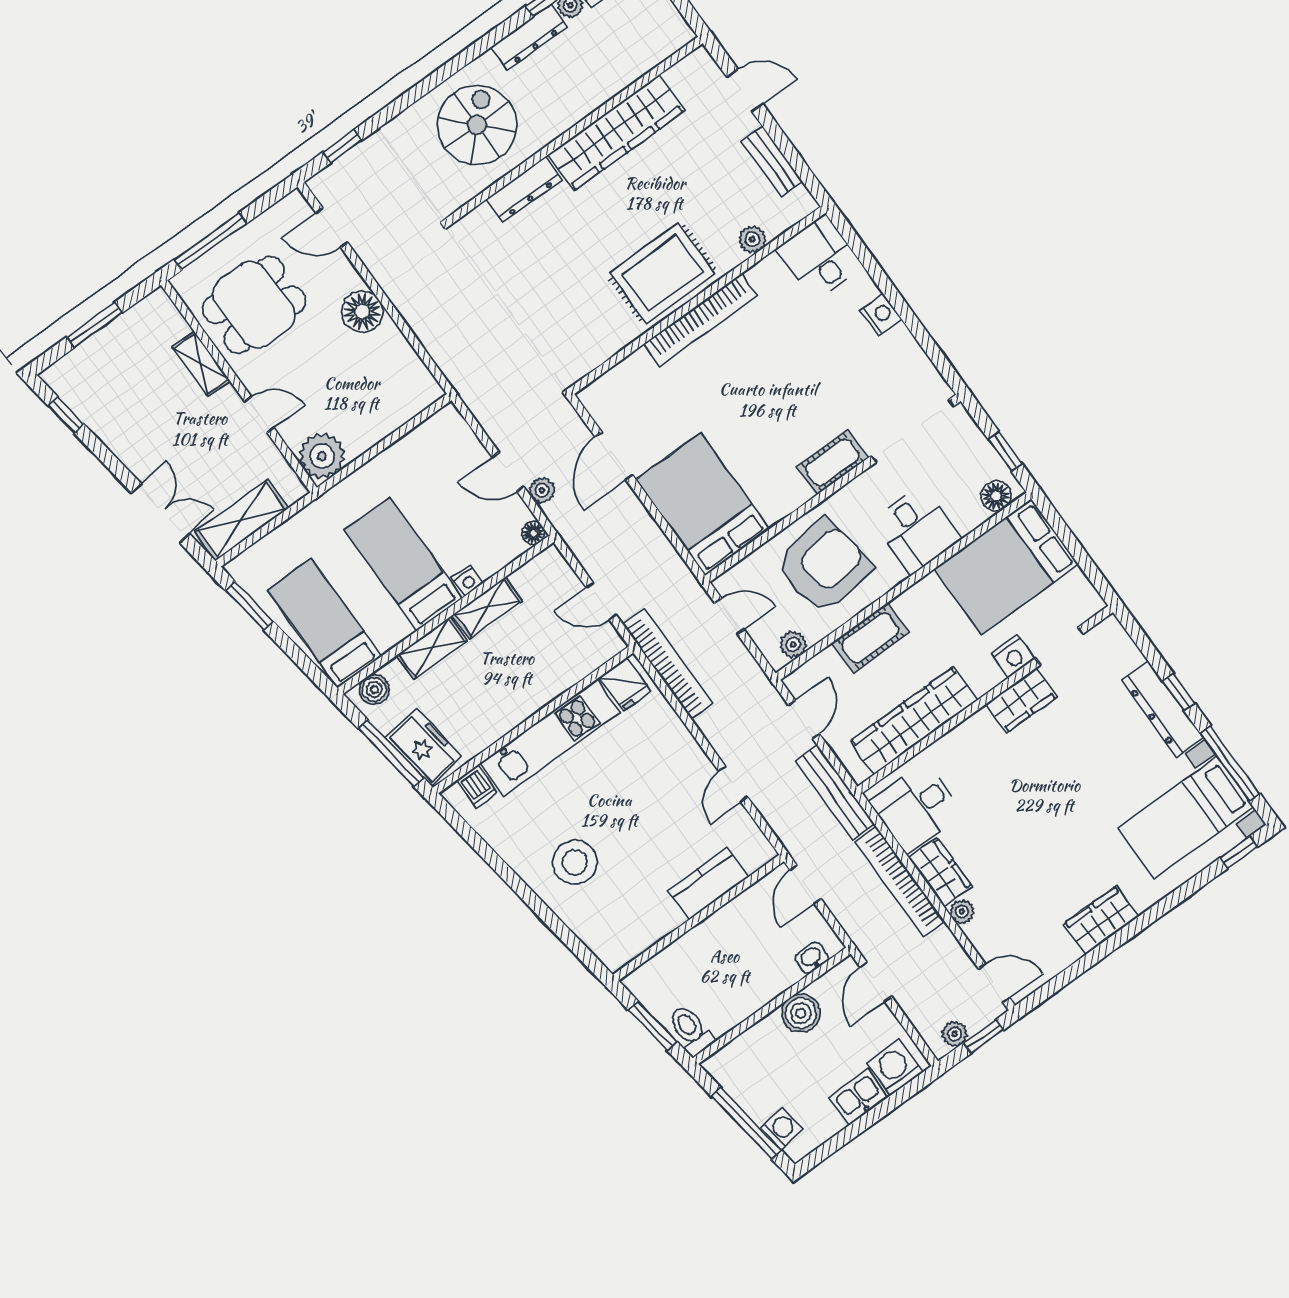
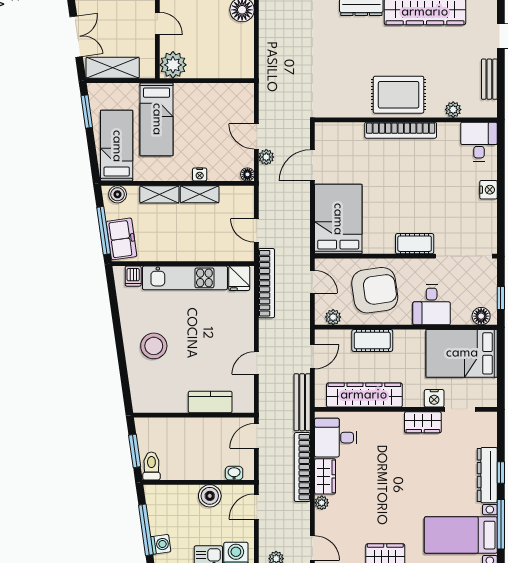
bed: (404, 564) -> (157, 119), moved, turned 180

